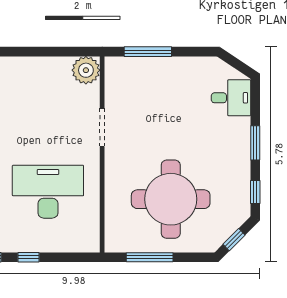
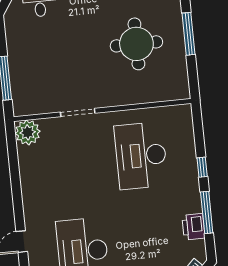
round table: (171, 199) -> (136, 44), width x0.73, depth x0.73
window: (150, 257) -> (189, 34), moved

